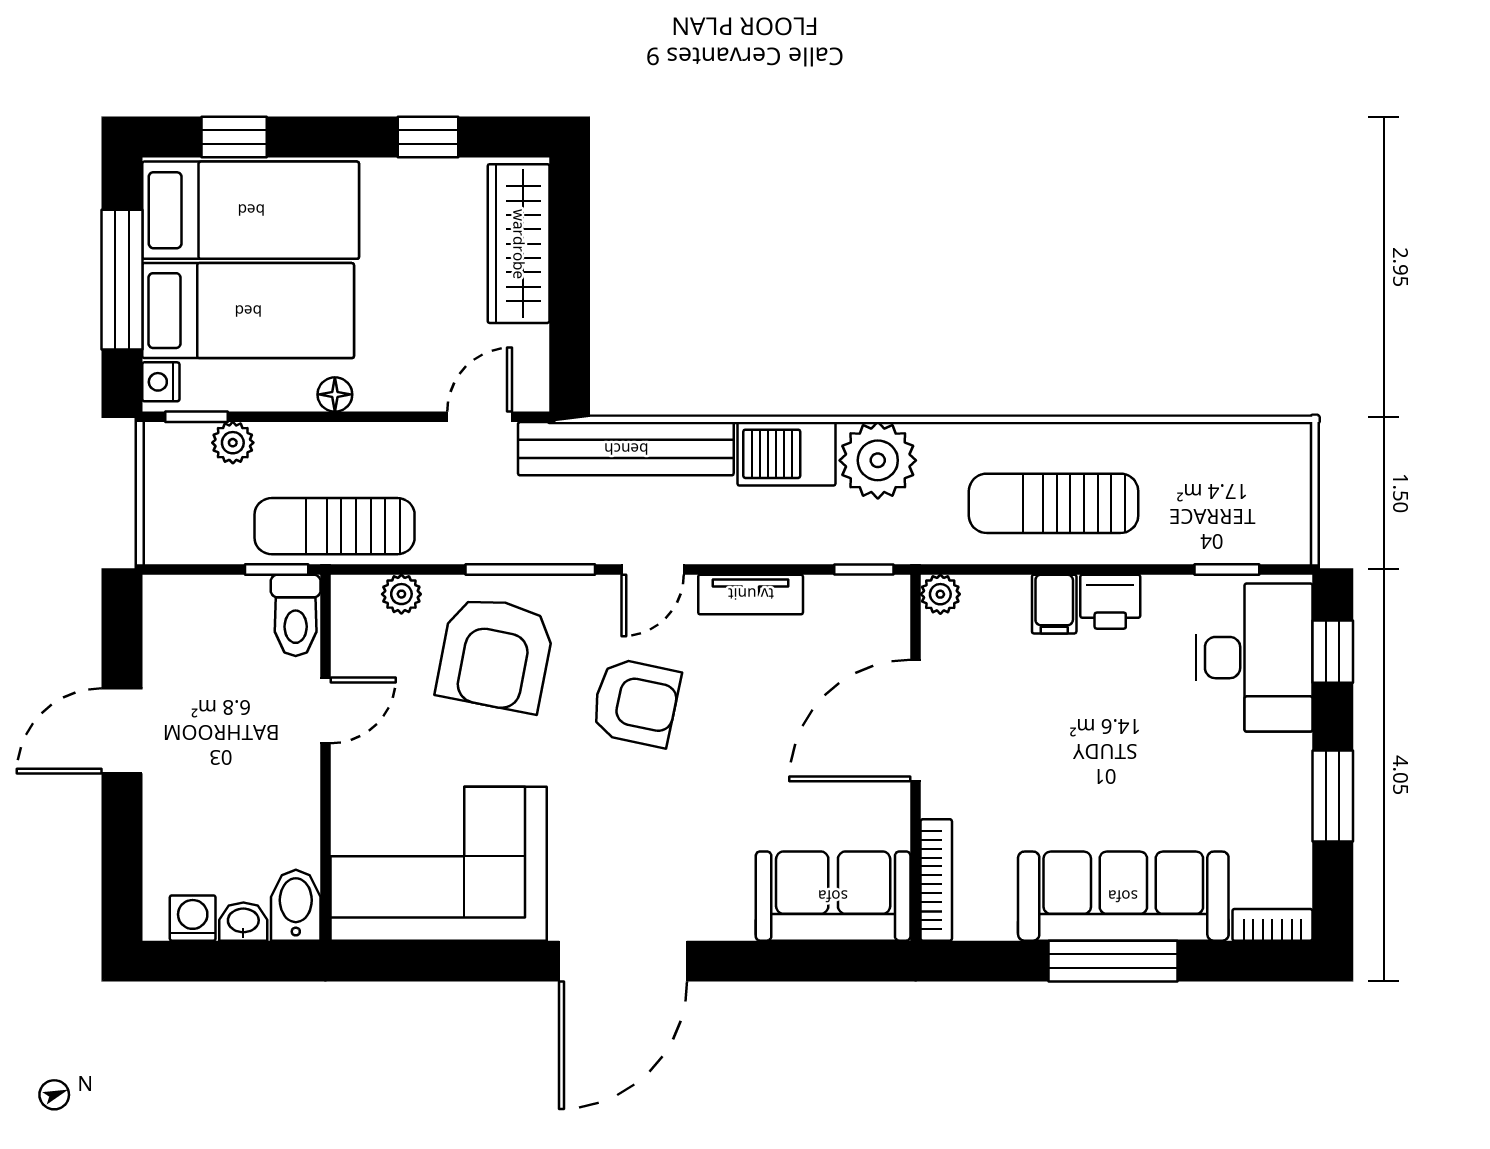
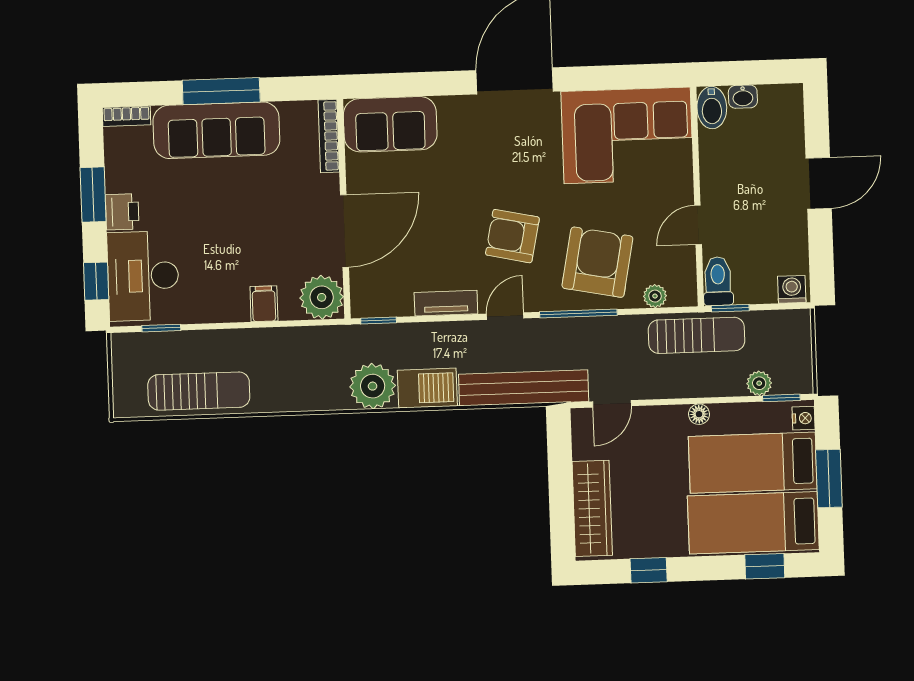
window: (122, 280) -> (829, 479), width x0.69
sun lounger: (1054, 503) -> (199, 391), moved
plant: (940, 594) -> (322, 297), width x1.88, depth x1.88
printer: (1110, 602) -> (122, 212), moved, turned 90
door: (122, 731) -> (819, 183), moved
washing machine: (193, 918) -> (792, 289), moved, turned 180

